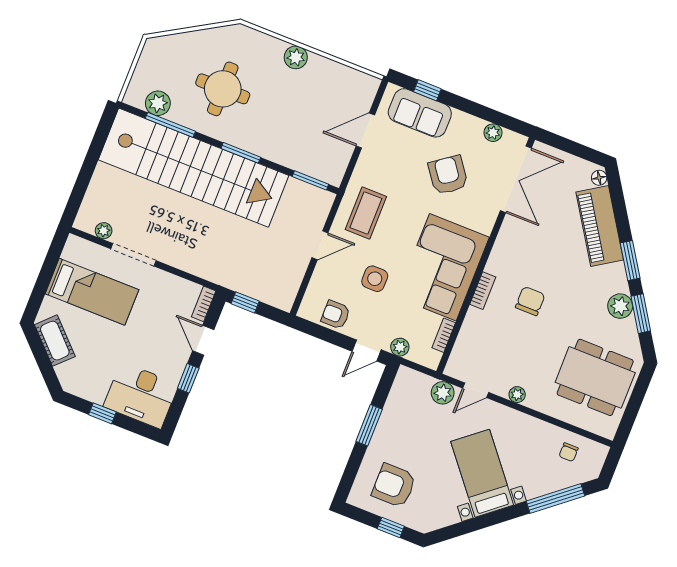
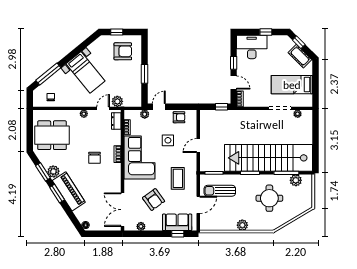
sun lounger: (313, 141) -> (220, 191), added
coffee table: (366, 213) -> (178, 178), moved
piano: (600, 226) -> (69, 191), moved
dresser: (460, 356) -> (116, 121), added
window: (46, 368) -> (299, 42), added

